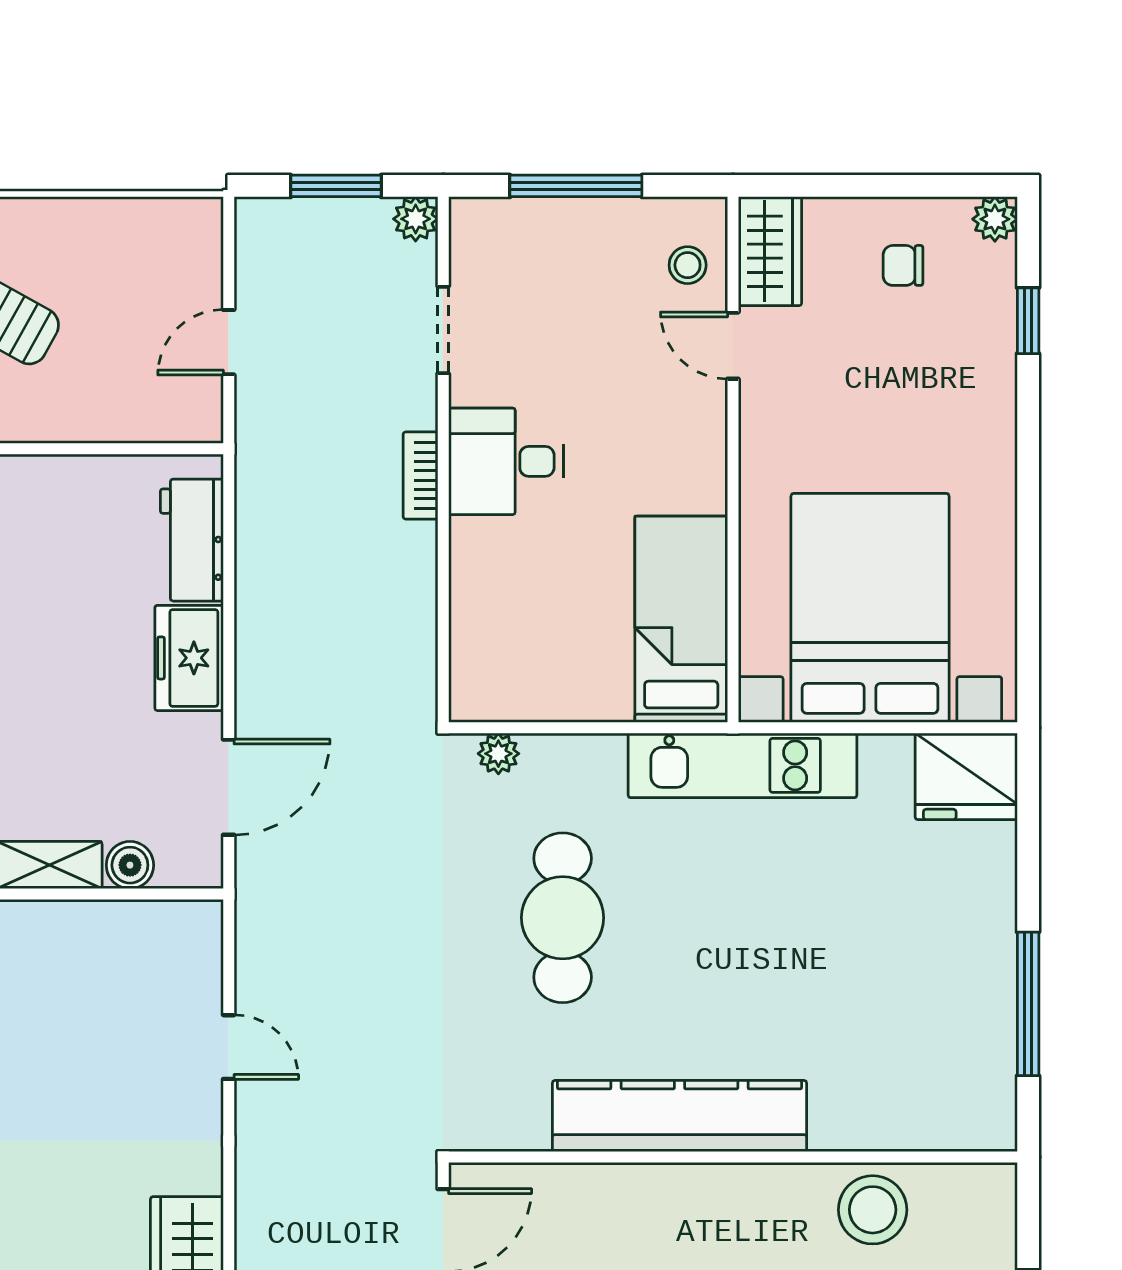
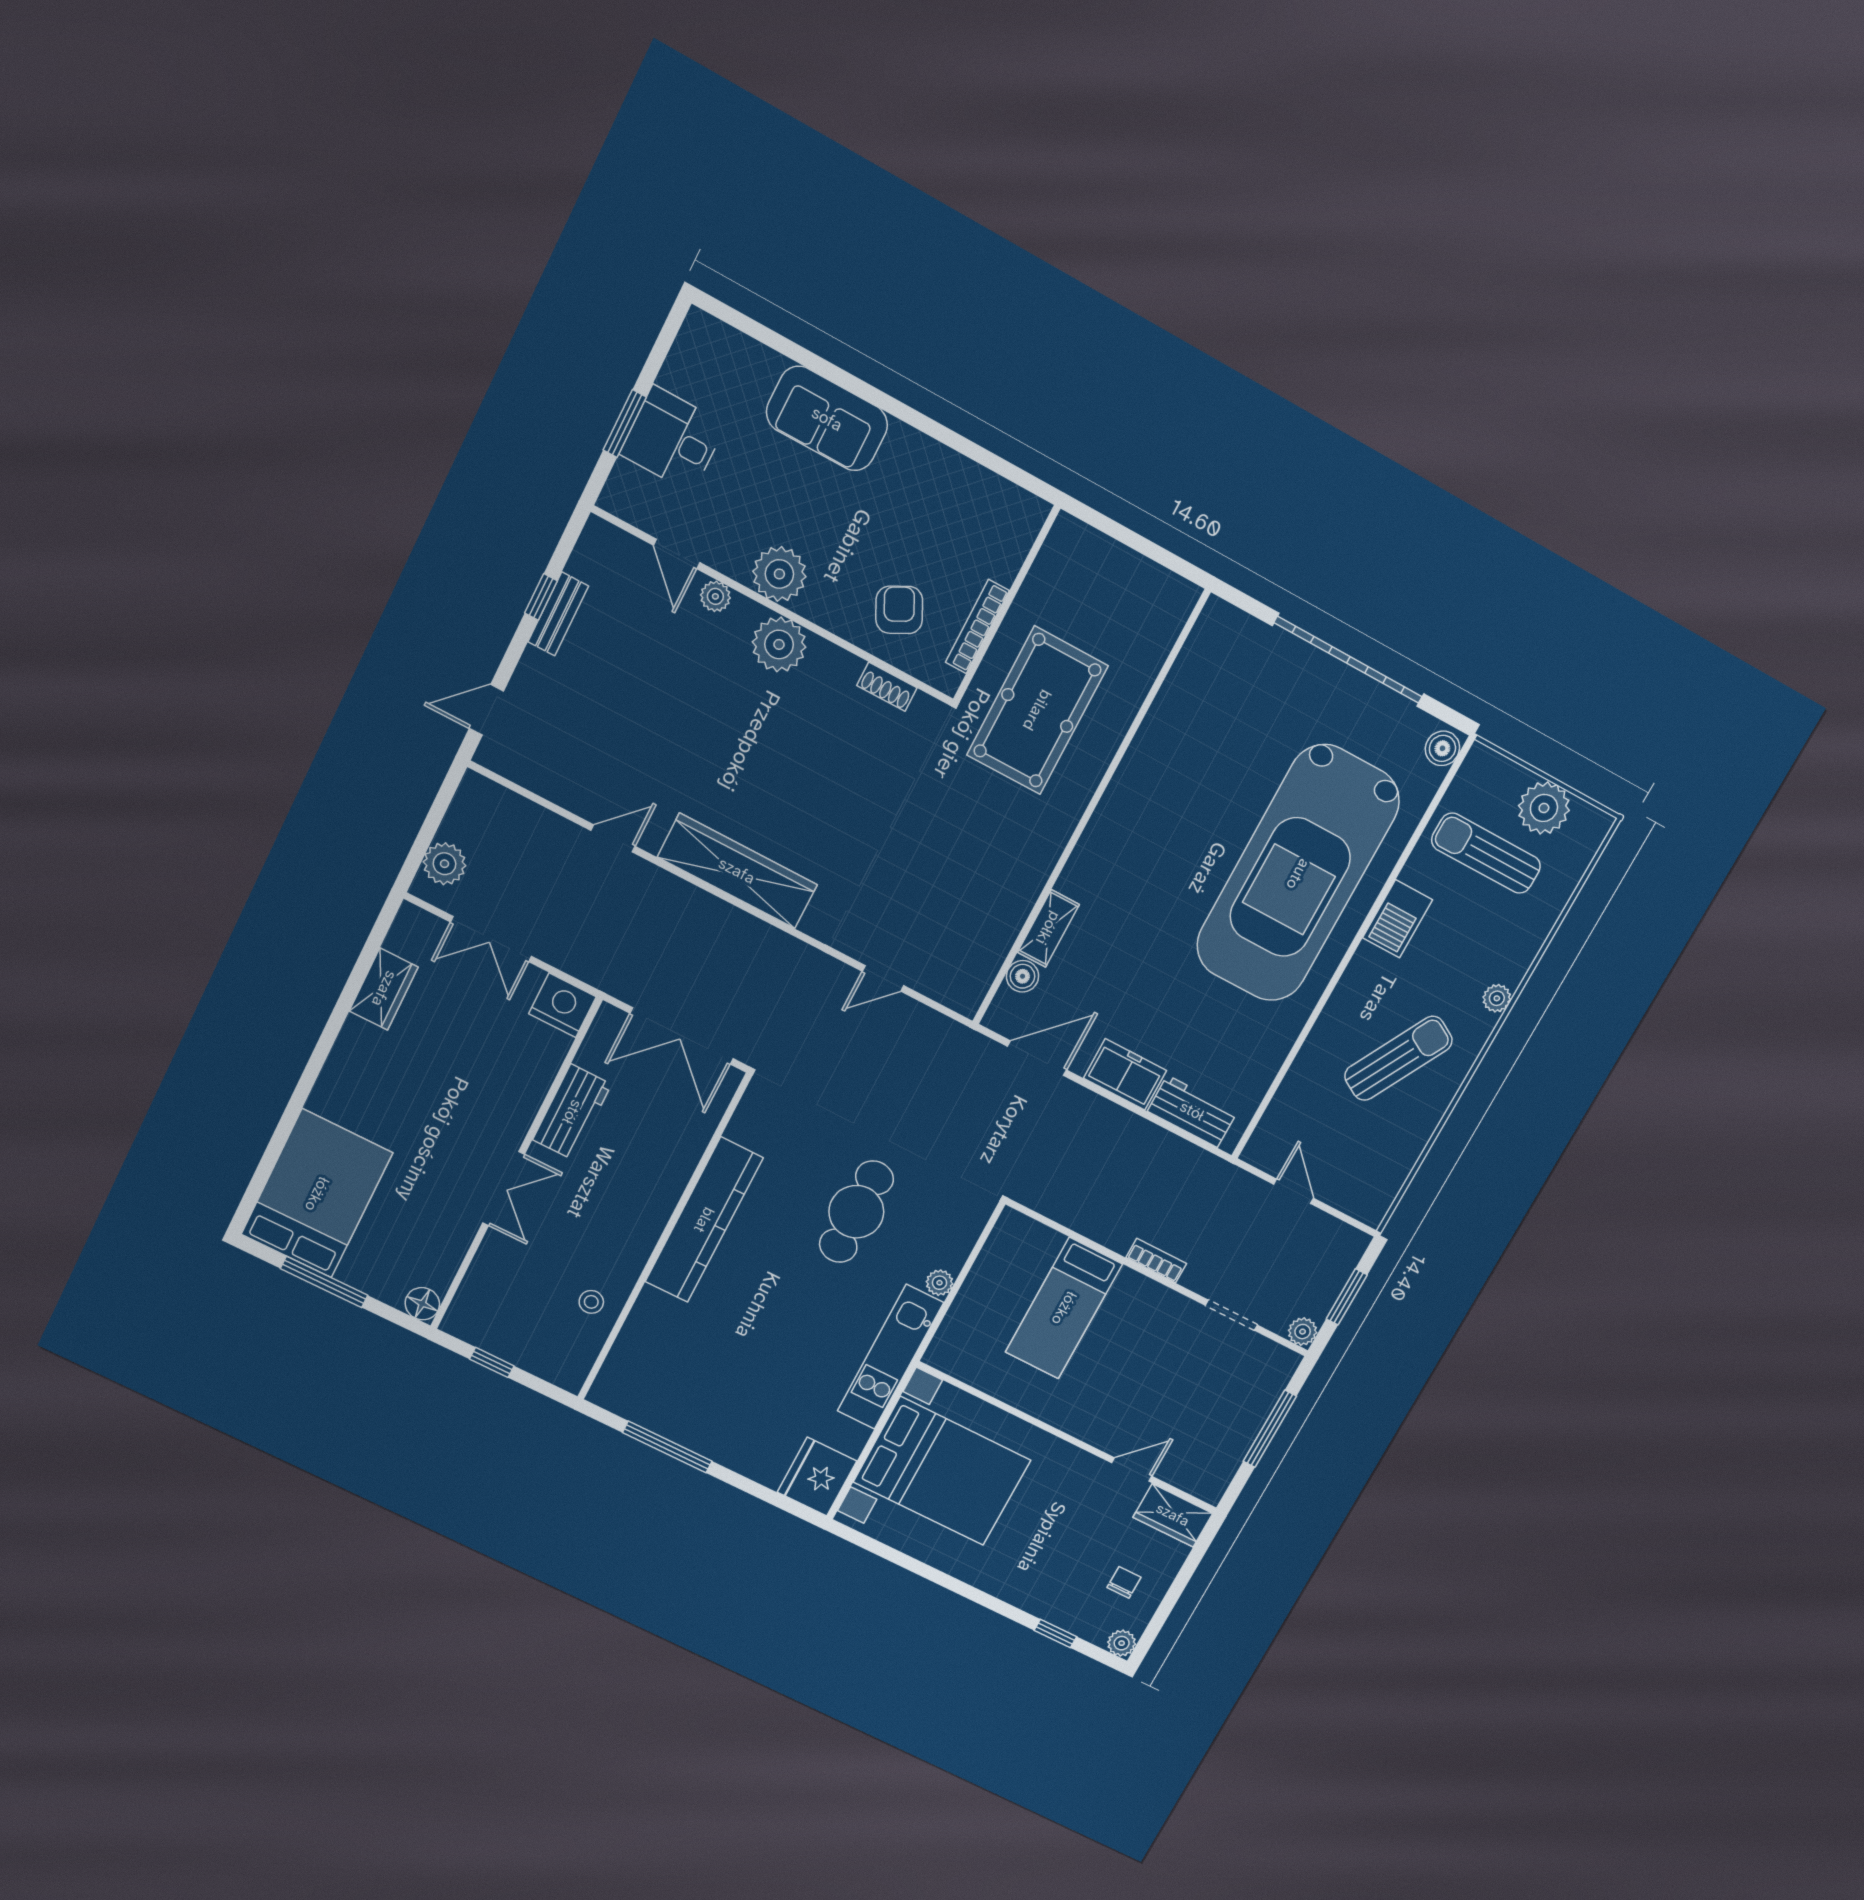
stool: (688, 265) -> (1191, 1467), removed
desk: (506, 461) -> (1137, 1312), removed
bed: (681, 619) -> (1064, 1308), moved, turned 90
plant: (498, 754) -> (940, 1283), moved
door: (229, 787) -> (1037, 1058), swing flipped
cafe table: (563, 918) -> (856, 1212), turned 90
stool: (873, 1210) -> (591, 1302), width x0.53, depth x0.53

